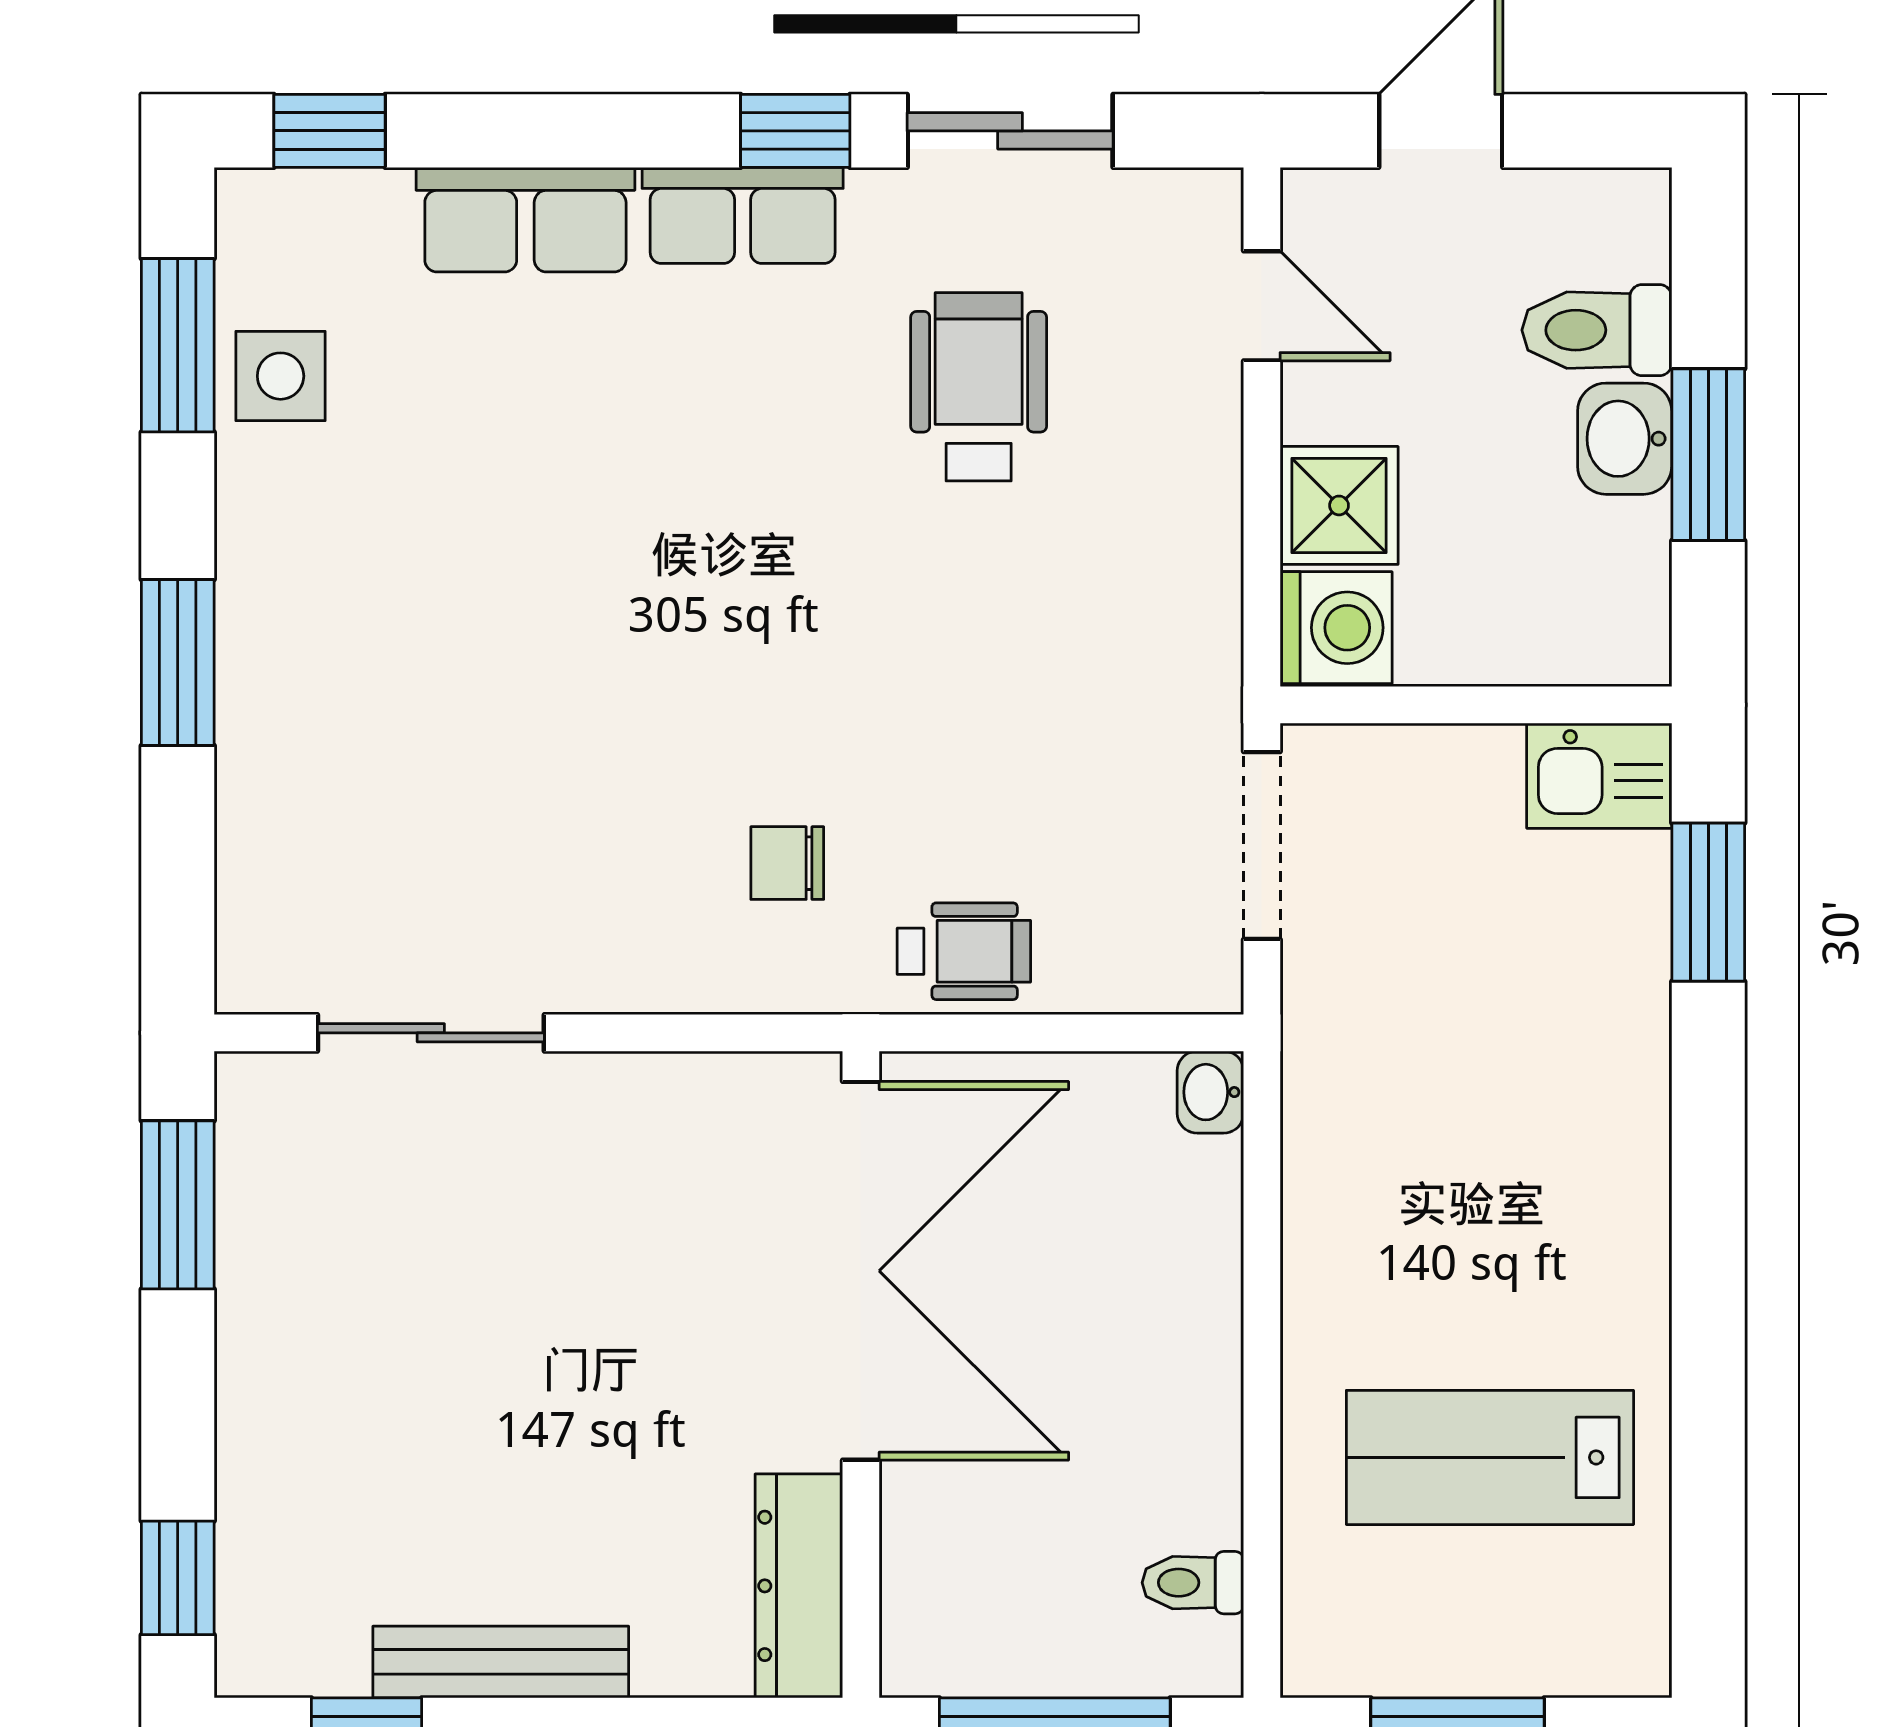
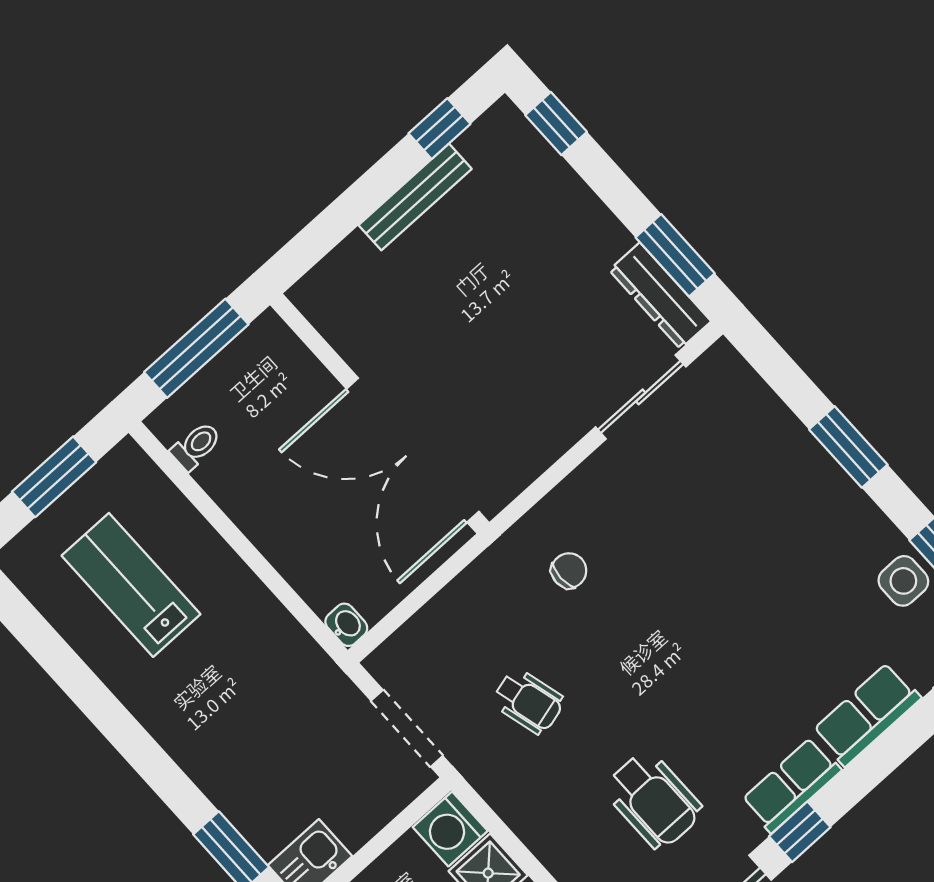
wheelchair: (964, 951) -> (528, 701), moved, turned -105
lab bench: (1490, 1457) -> (131, 585), turned -90
dresser: (799, 1586) -> (660, 296), moved, turned 180

